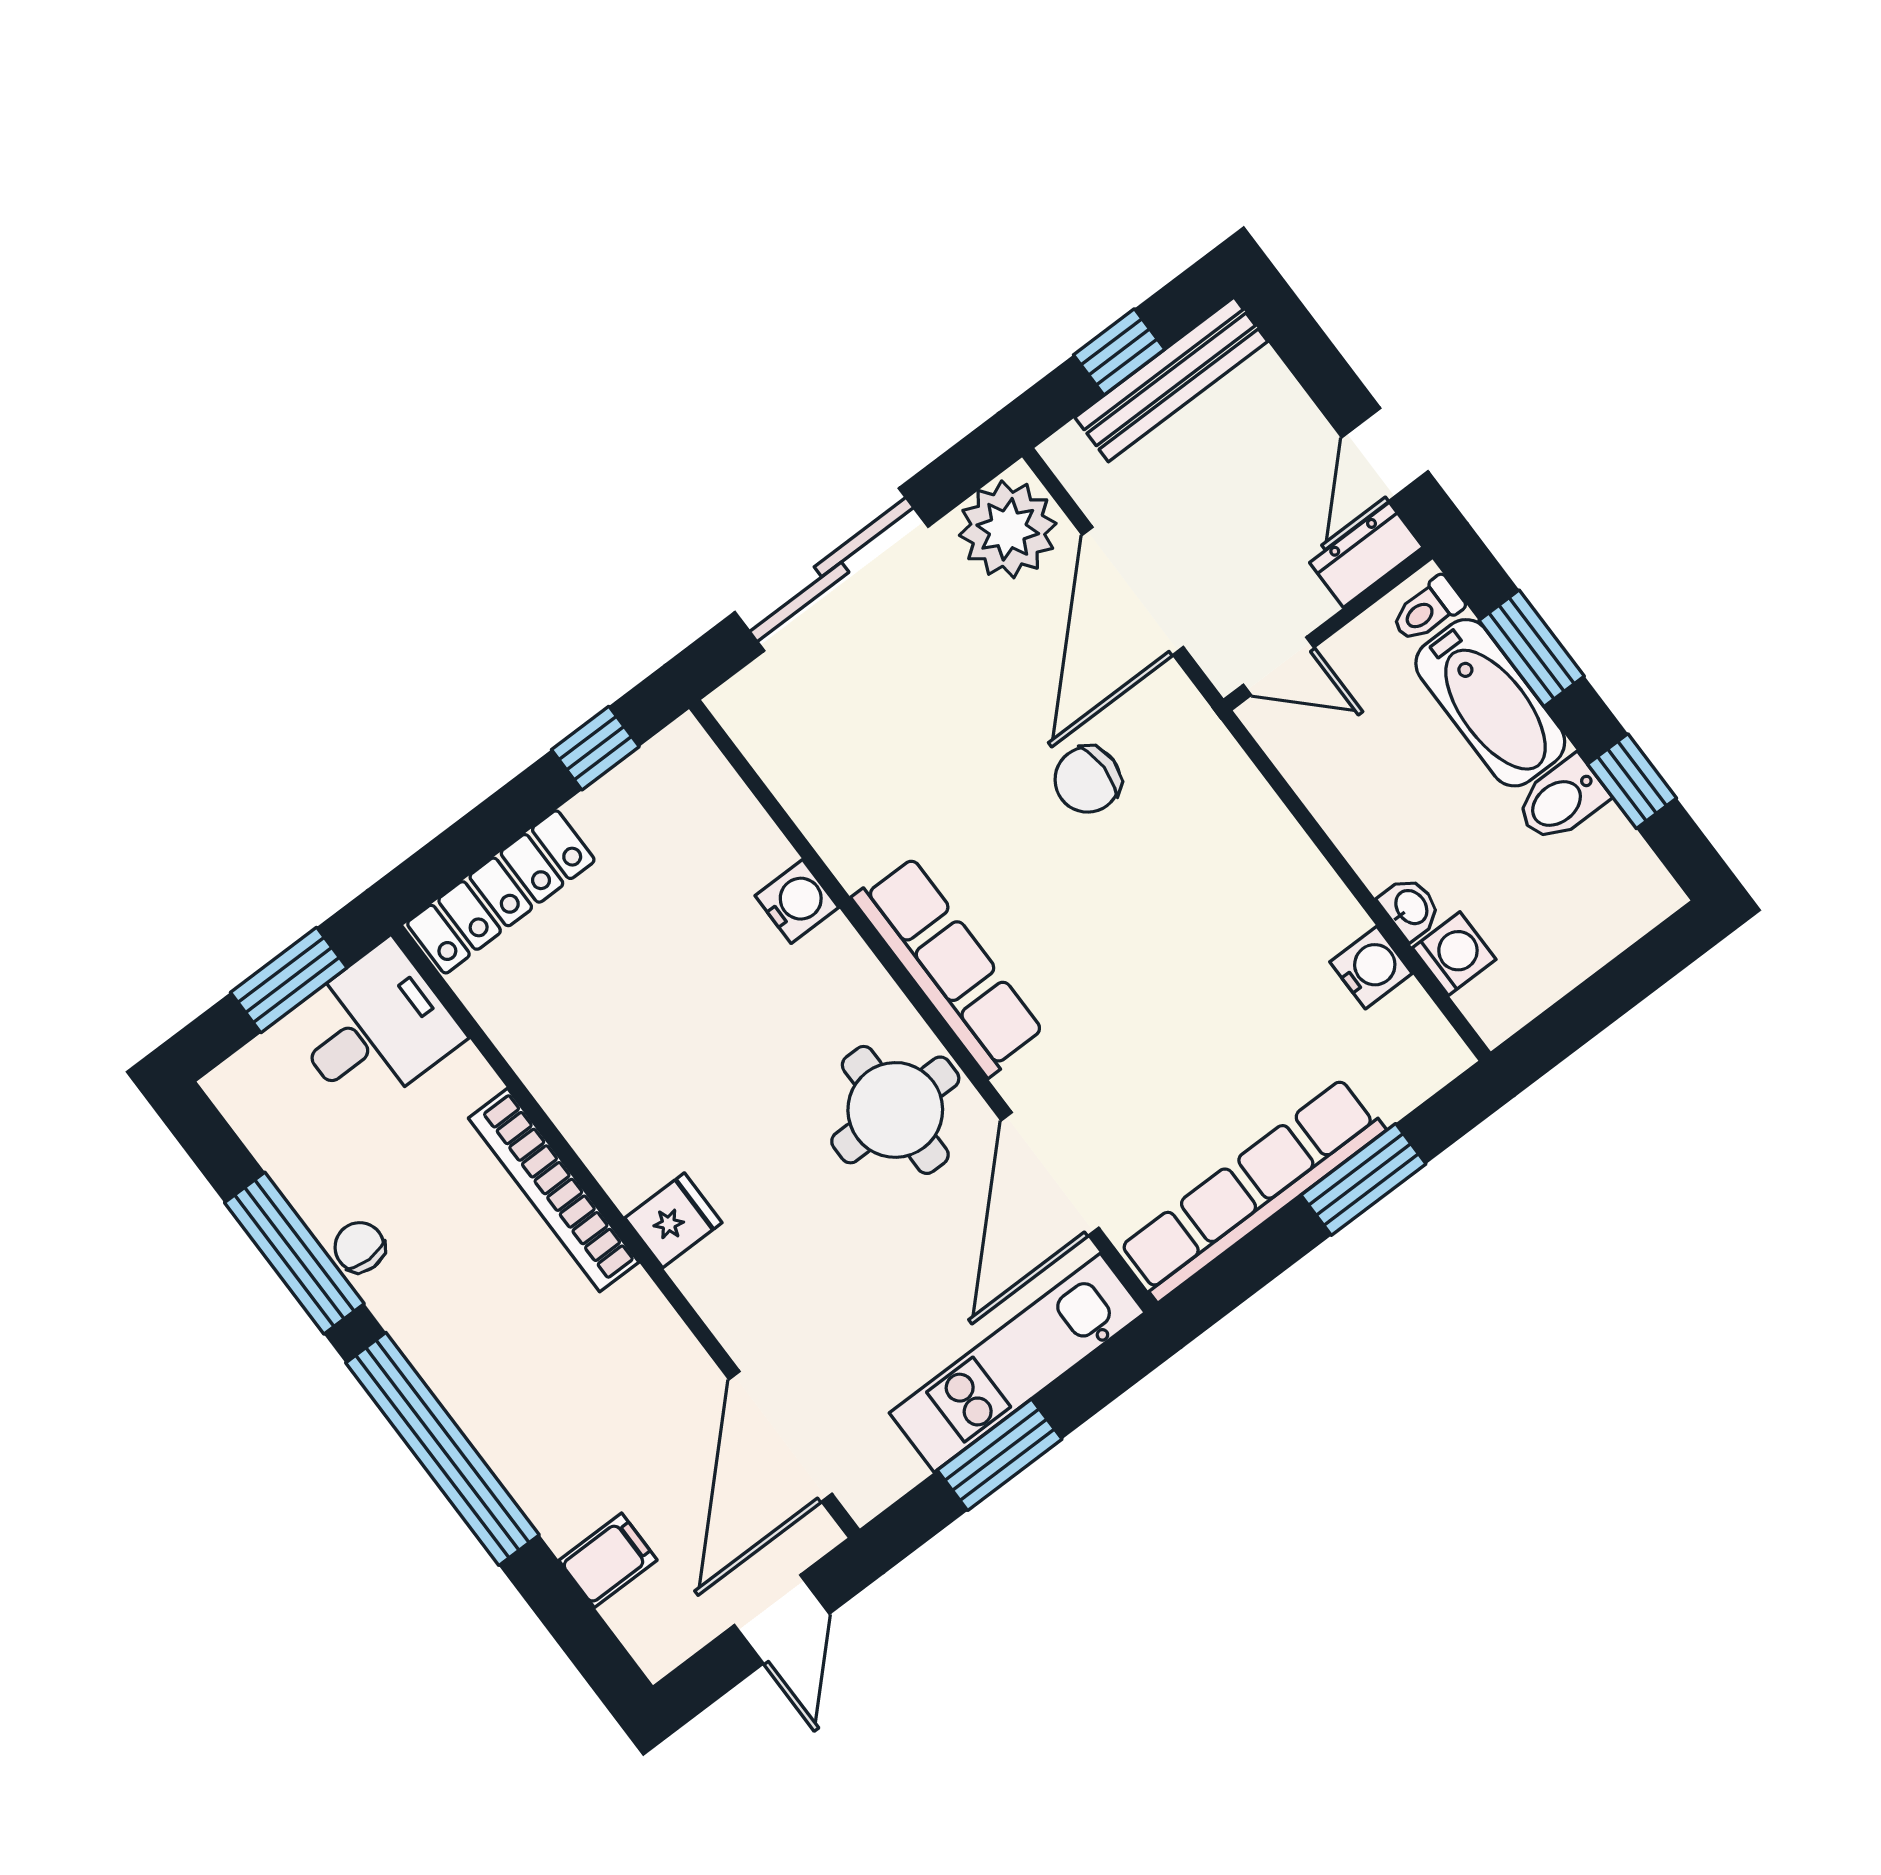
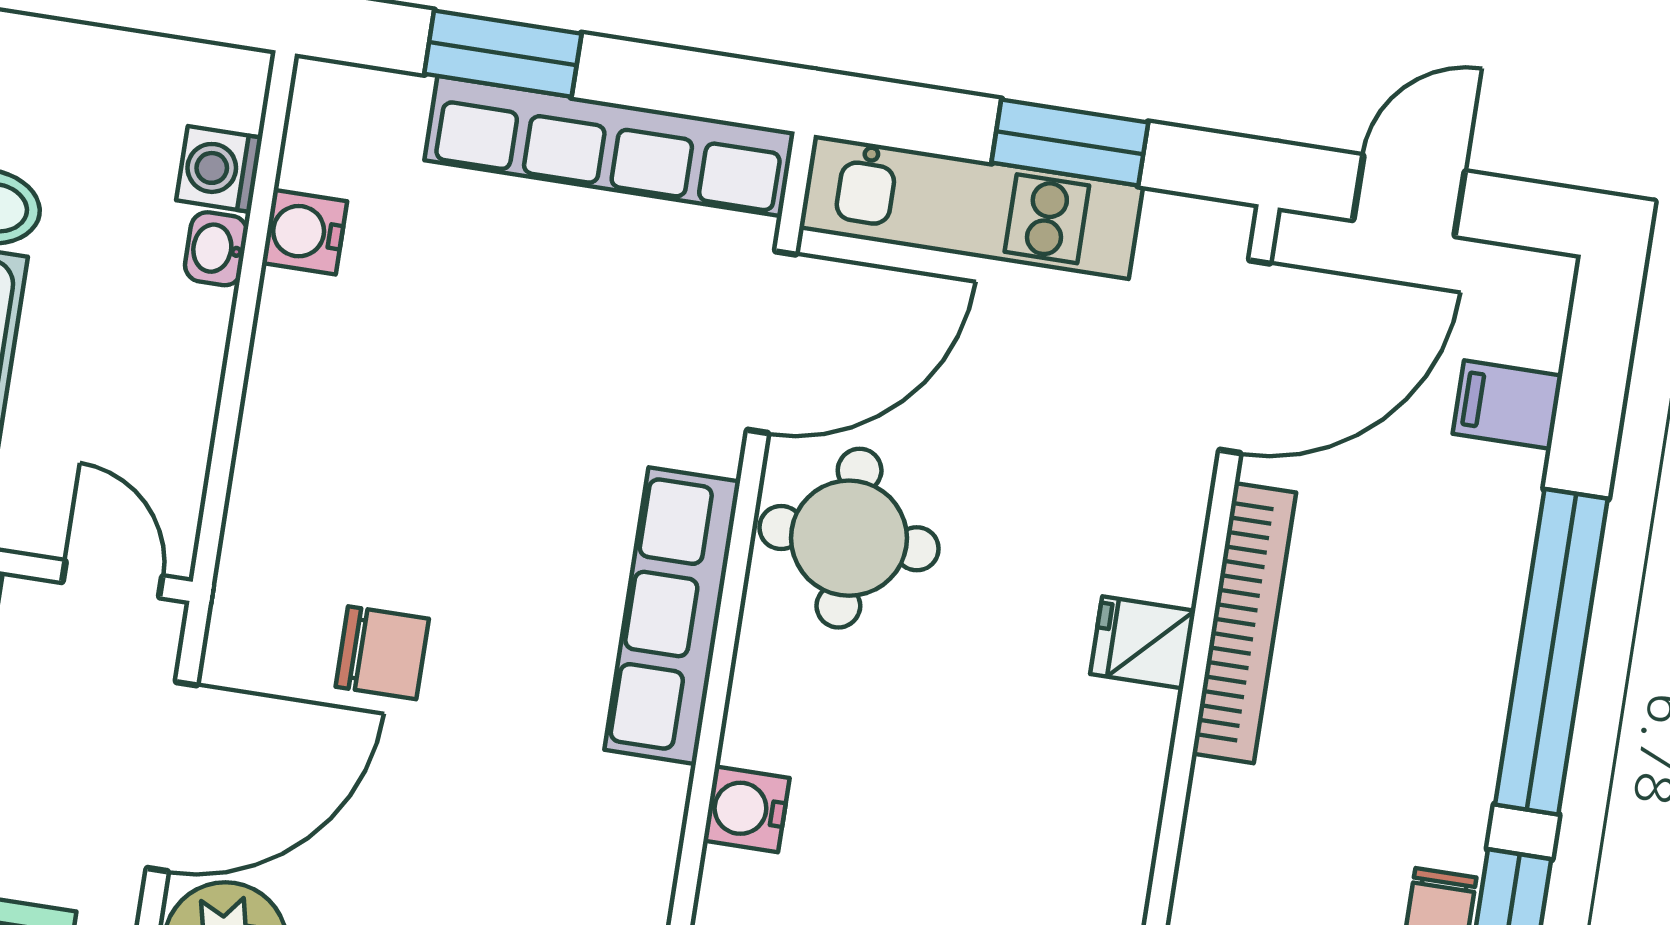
bookcase: (554, 1190) -> (1244, 623), moved

